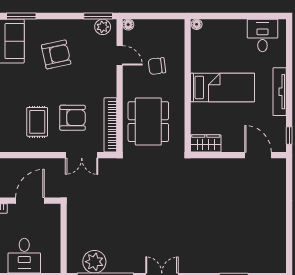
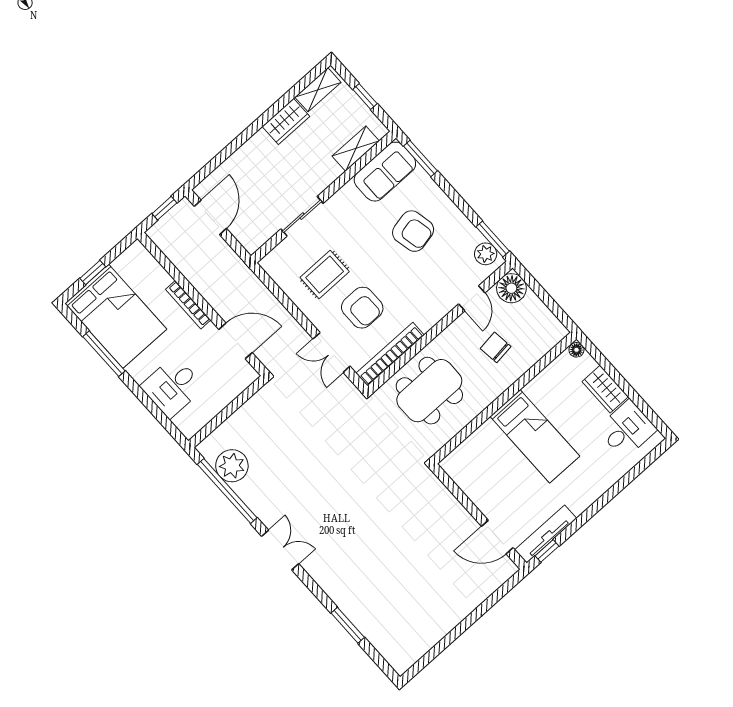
floor lamp: (128, 25) -> (511, 288), width x1.89, depth x1.89
tv unit: (280, 92) -> (546, 534), moved
wardrobe: (206, 143) -> (605, 389), moved, turned 180
door: (258, 155) -> (497, 537), swing flipped

